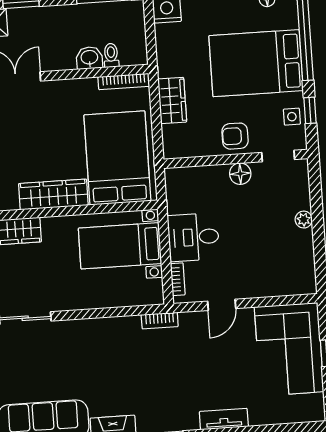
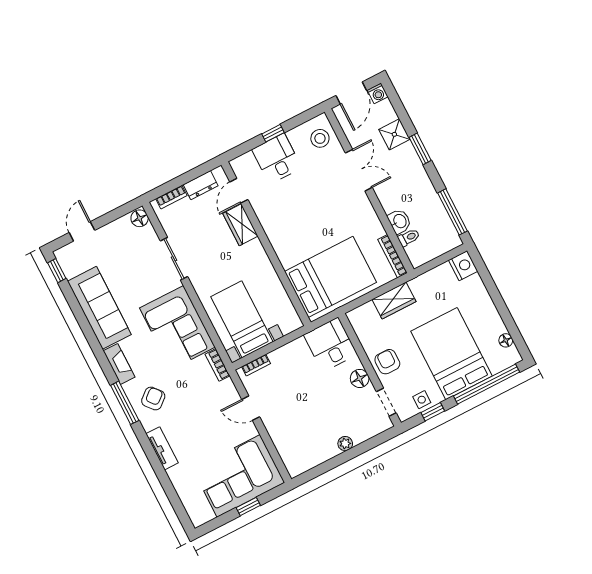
wardrobe: (53, 194) -> (280, 239), removed
desk: (193, 237) -> (330, 345), moved
bed with nightstands: (120, 246) -> (242, 319), moved
corner sofa: (101, 346) -> (177, 328), added
armchair: (166, 405) -> (153, 398), added

